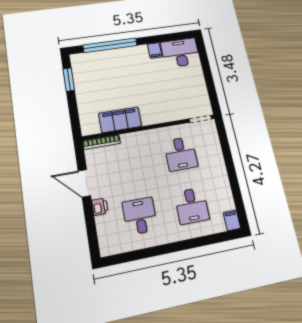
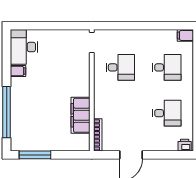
window: (69, 80) -> (35, 155), width x1.44
printer: (100, 207) -> (185, 145), moved
desk: (140, 216) -> (167, 113), turned 180

